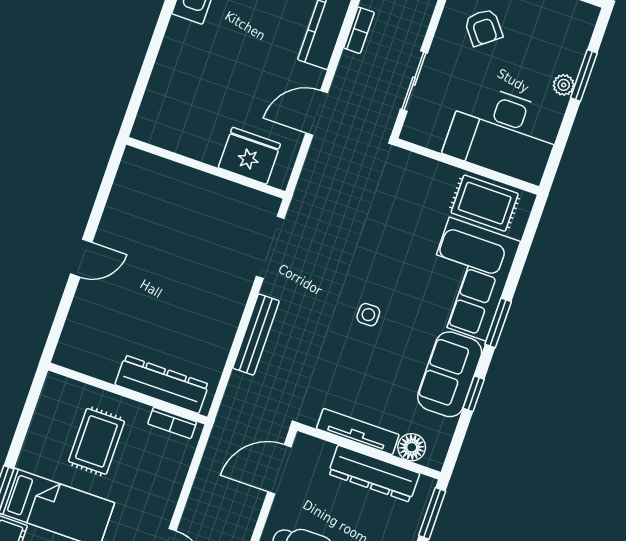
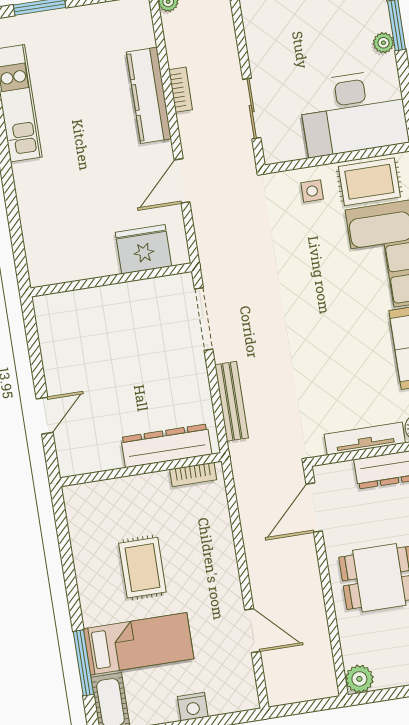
armchair: (483, 27) -> (287, 30), removed
side table: (368, 315) -> (312, 191), moved
dresser: (162, 384) -> (166, 446), moved
wall: (128, 394) -> (141, 470), moved
bookcase: (172, 423) -> (193, 475), moved

